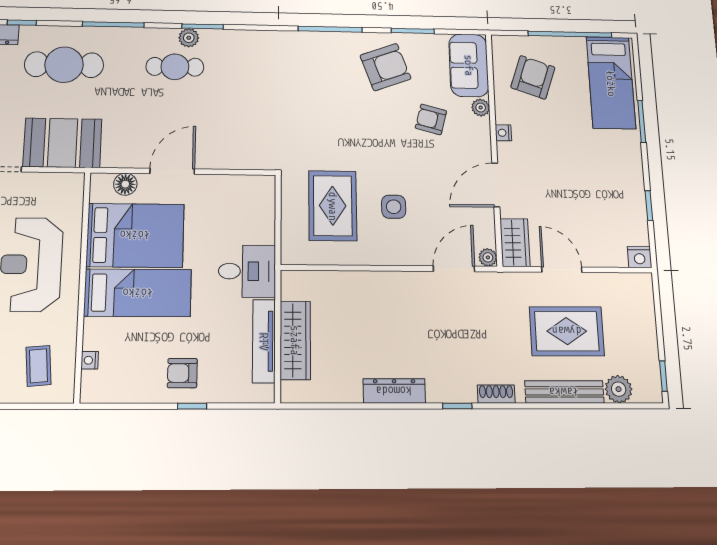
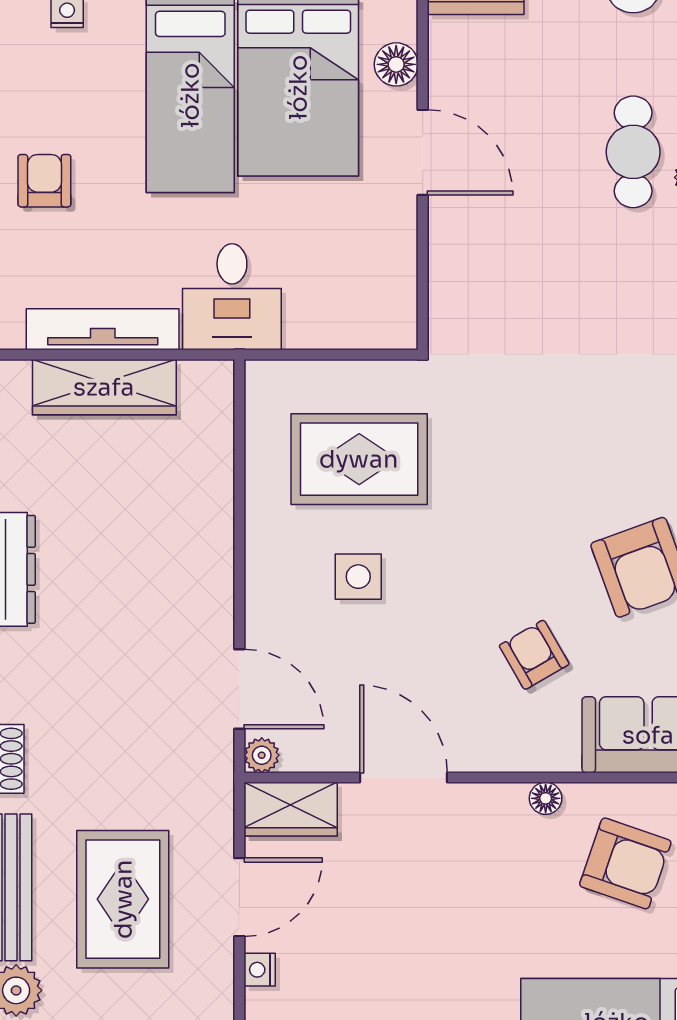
plant: (481, 108) -> (560, 755), removed
floor lamp: (503, 115) -> (546, 798), added
armchair: (431, 119) -> (534, 655), turned -45
nightstand: (503, 133) -> (260, 970), moved, turned -90

